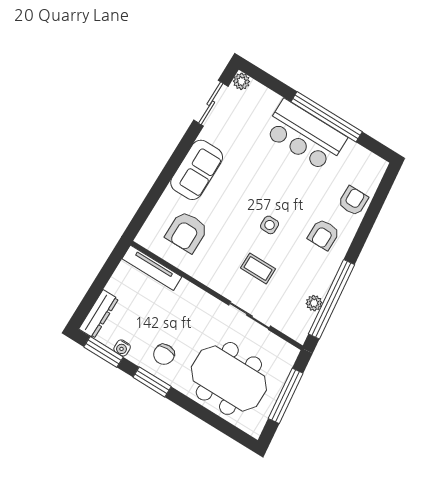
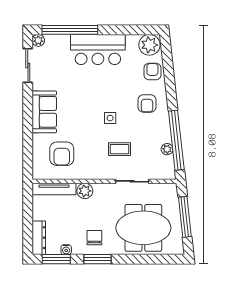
window: (327, 117) -> (70, 30), moved
plant: (369, 167) -> (149, 45), added
plant: (187, 292) -> (85, 191), added
chair: (164, 354) -> (94, 238), turned 180

